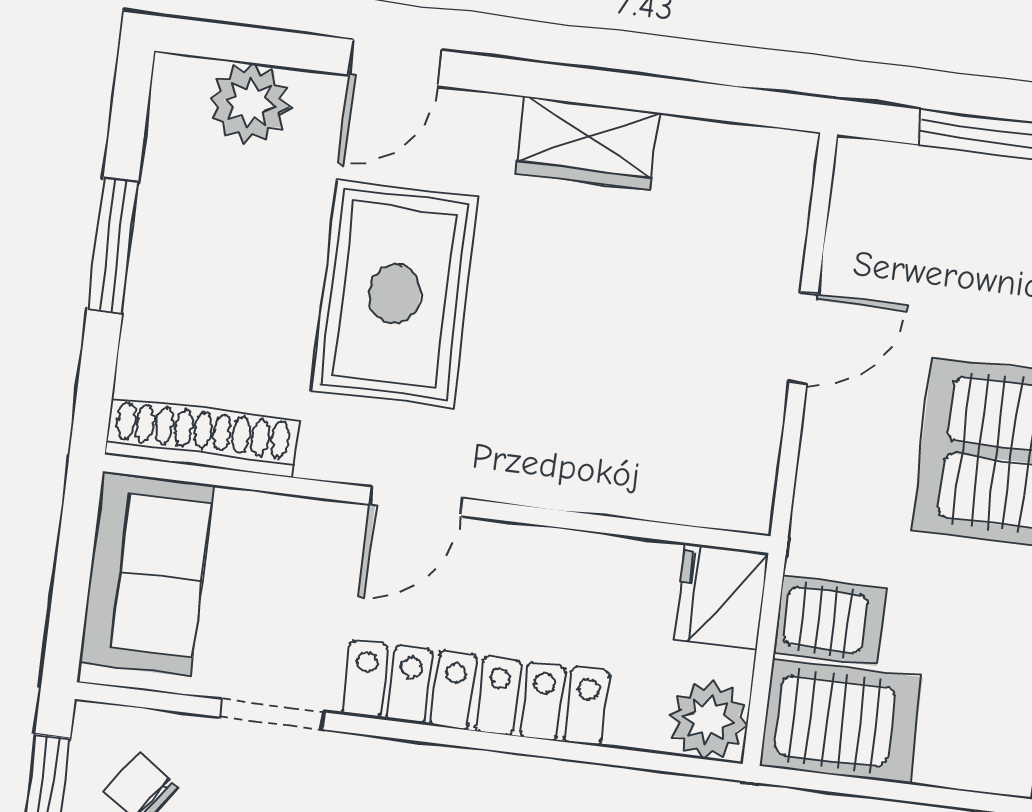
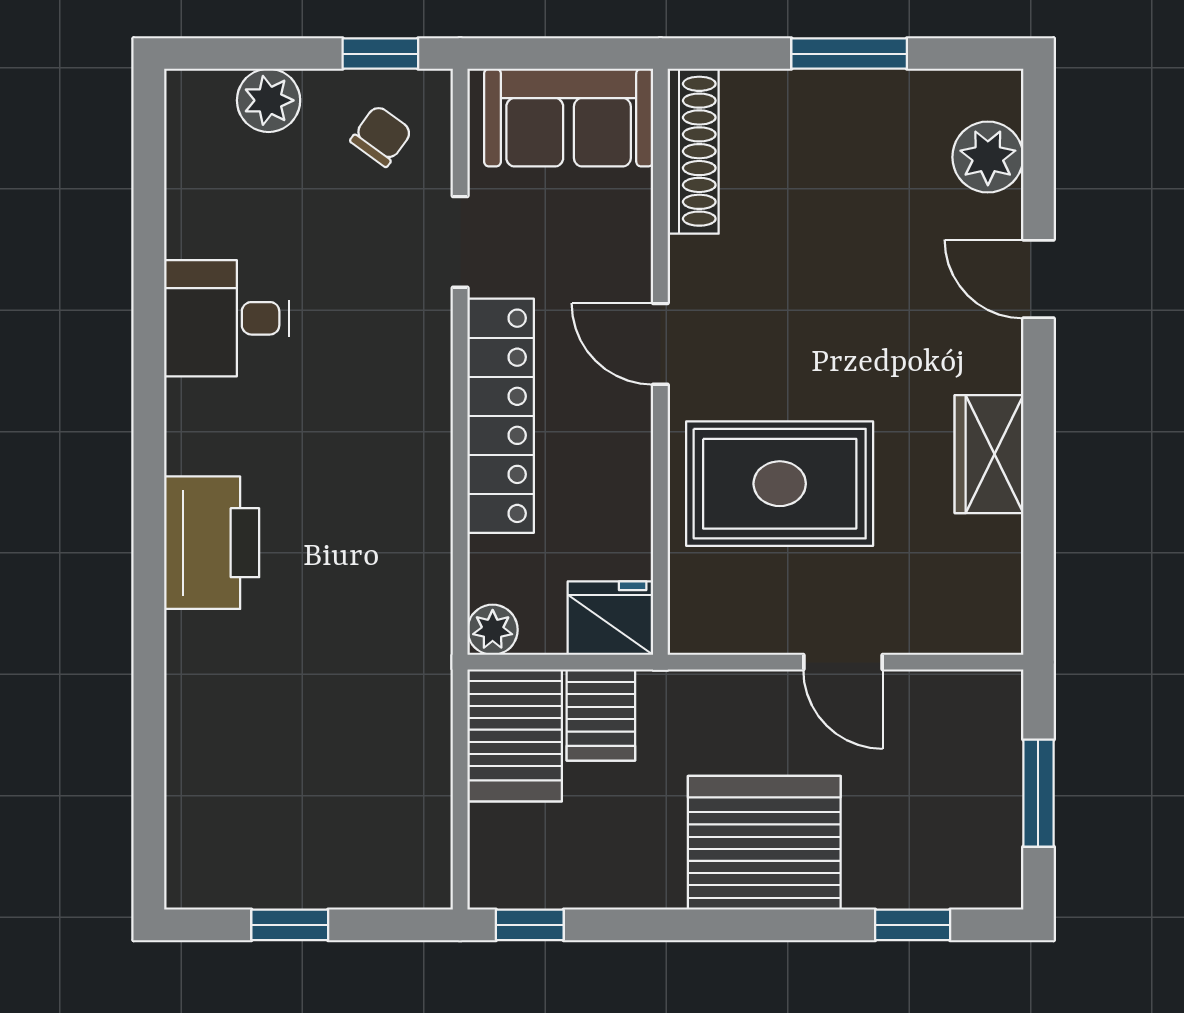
rug: (395, 294) -> (780, 484), moved
plant: (708, 720) -> (493, 630), width x0.73, depth x0.73

